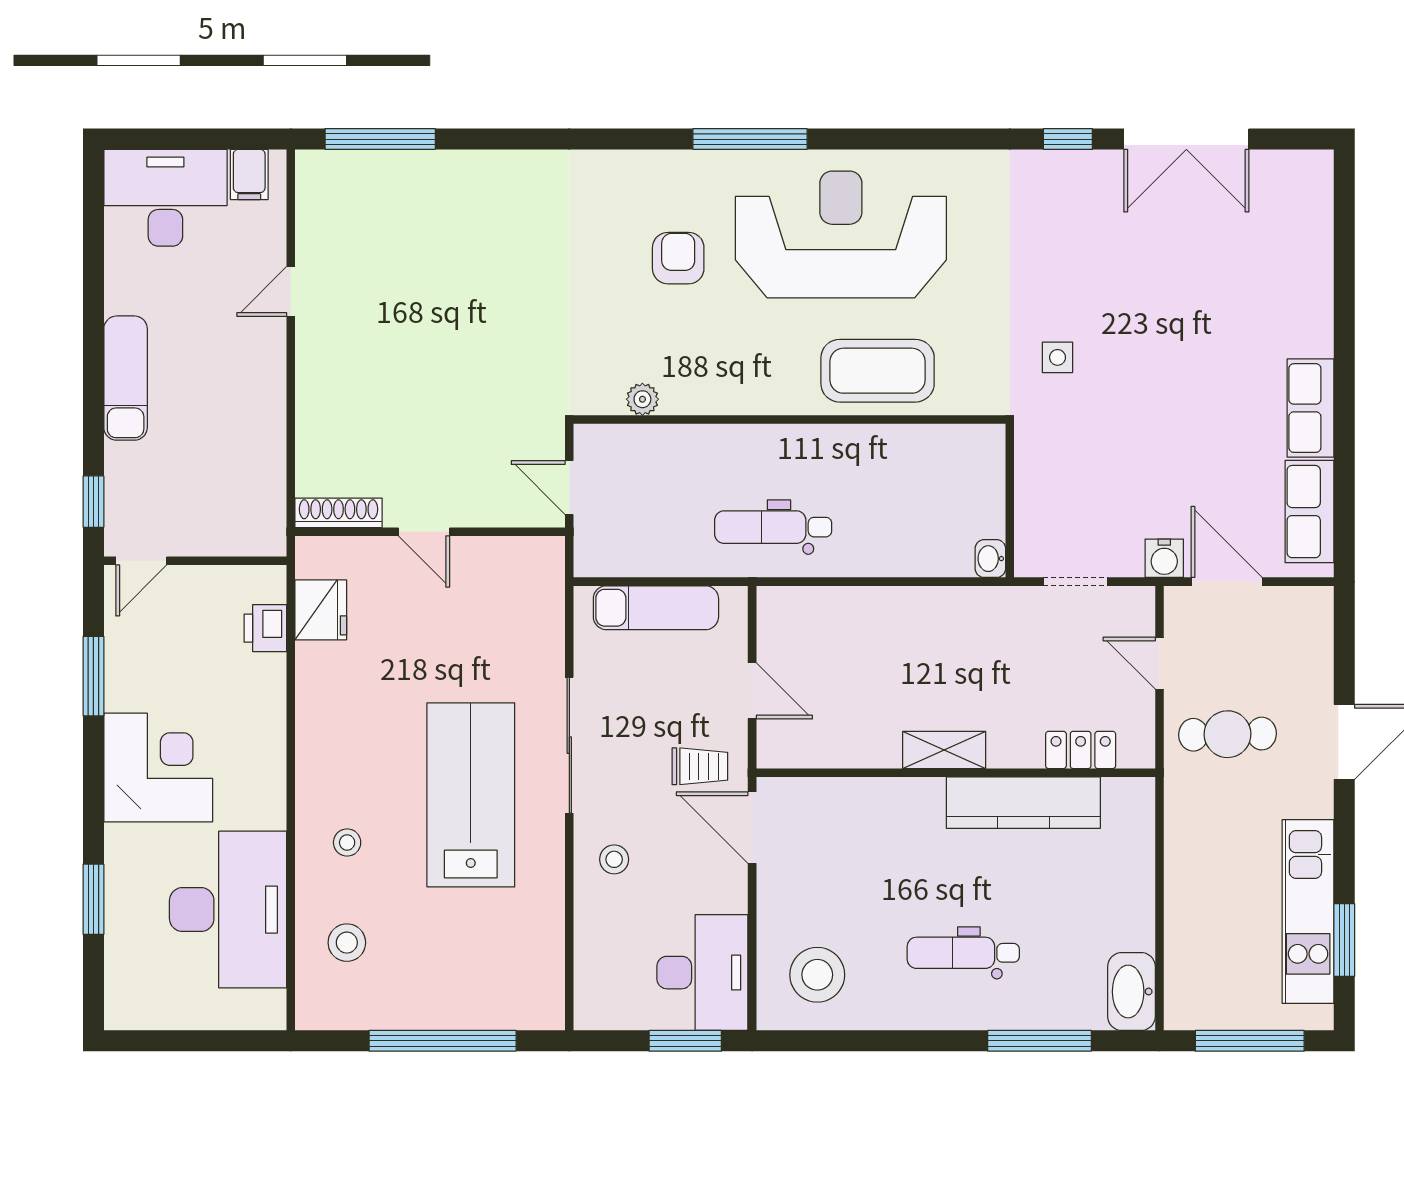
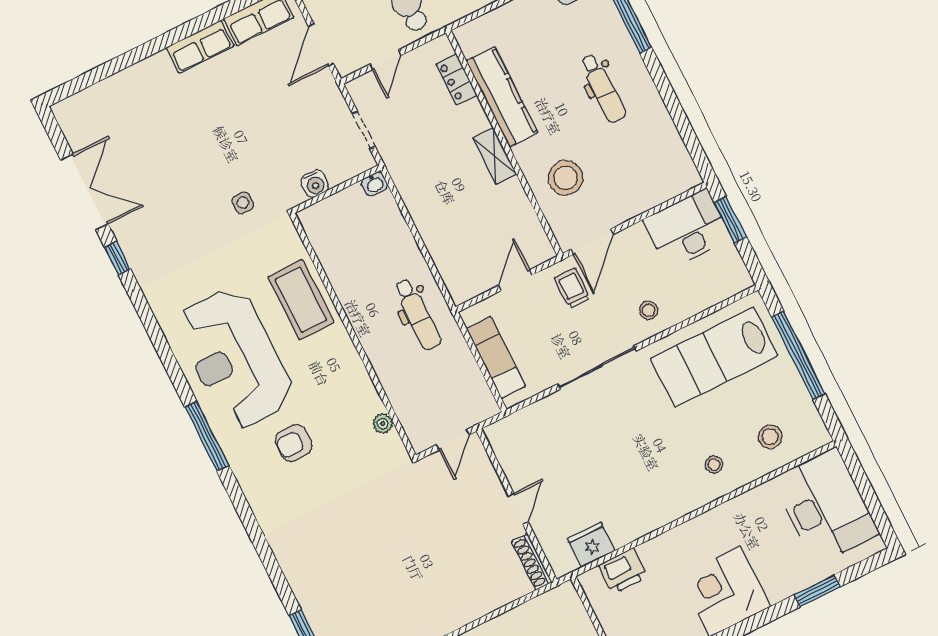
water cooler: (1164, 558) -> (315, 184), moved, turned 90
printer: (265, 628) -> (623, 571), width x1.36, depth x1.24
lab bench: (471, 795) -> (714, 357), moved
desk: (228, 910) -> (825, 506), moved, turned 90
stool: (817, 975) -> (566, 178), moved

